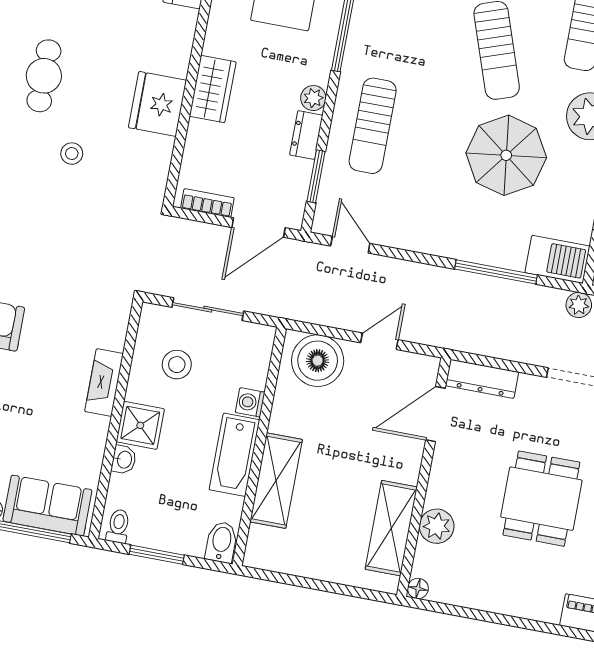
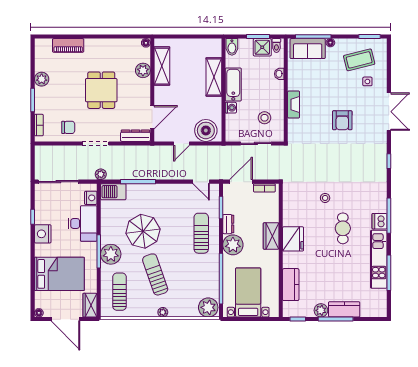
plant: (313, 98) -> (233, 245), width x1.87, depth x1.87
fridge: (158, 104) -> (293, 239), moved
shower: (140, 425) -> (262, 47), moved

